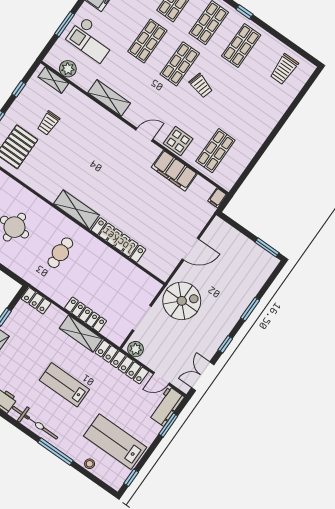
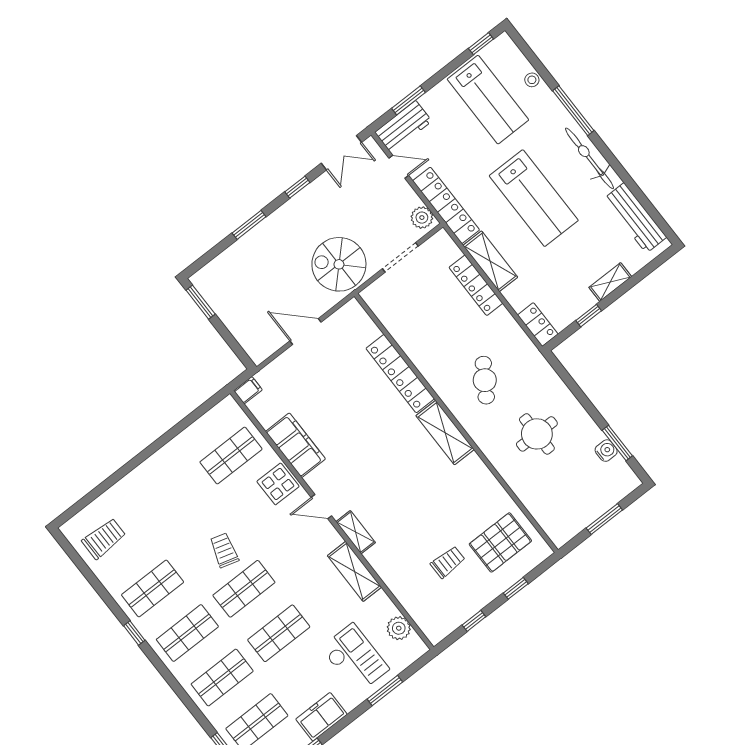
shelving: (53, 80) -> (356, 532), moved
cafe table: (60, 253) -> (485, 380), turned -57
lab bench: (64, 385) -> (534, 198), width x1.36, depth x1.39

